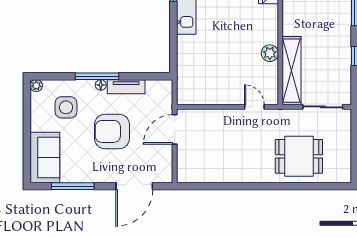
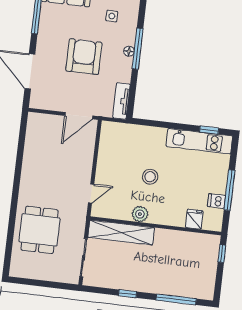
stool: (229, 47) -> (150, 177), added
tv unit: (126, 87) -> (121, 101), moved
side table: (66, 107) -> (112, 16), width x0.54, depth x0.54
door: (175, 129) -> (79, 116), swing flipped

